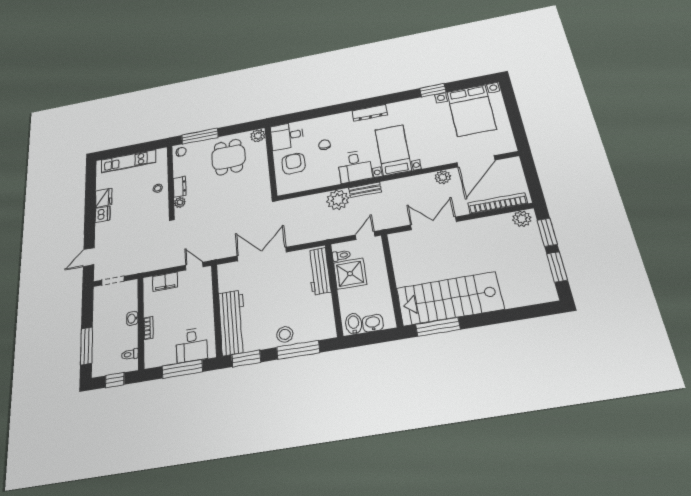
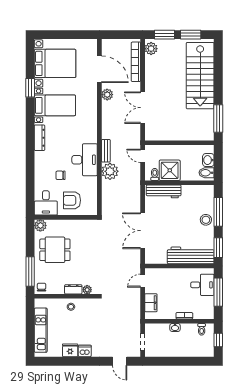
bed with nightstands: (393, 150) -> (55, 105), moved, turned 180
desk: (355, 167) -> (85, 160), width x1.37
stairs: (450, 299) -> (200, 76), moved
window: (87, 346) -> (190, 361), removed

